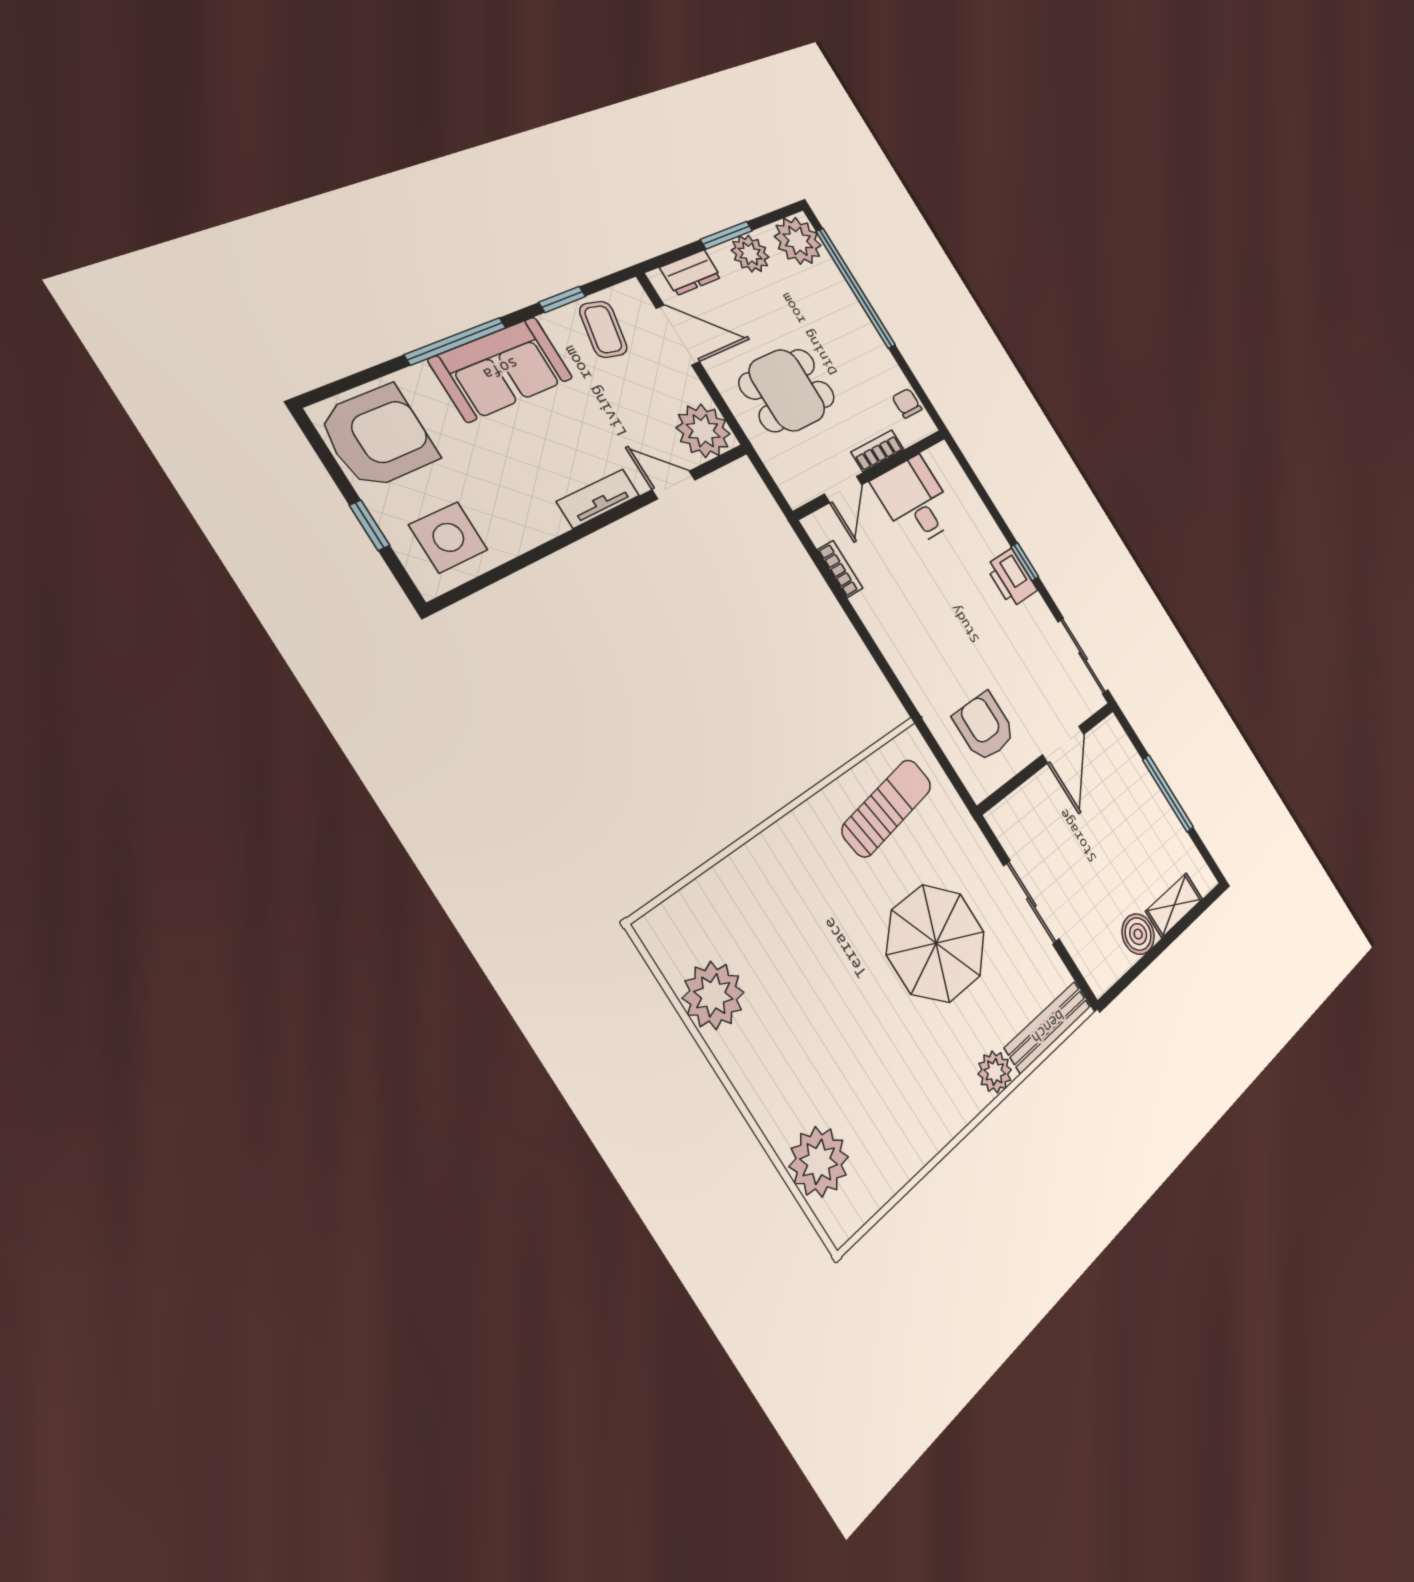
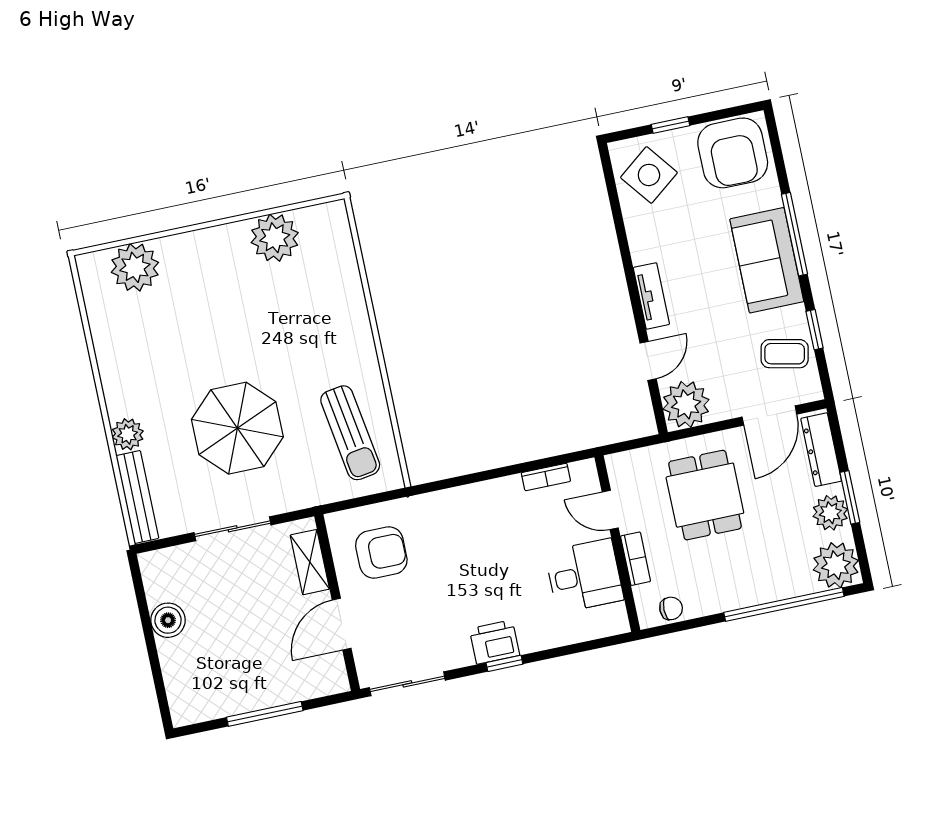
dresser: (691, 273) -> (821, 450), width x1.44
side table: (448, 537) -> (649, 175), turned -38
door: (1063, 744) -> (342, 624), hinge flipped
shelving: (1174, 905) -> (310, 562), moved

